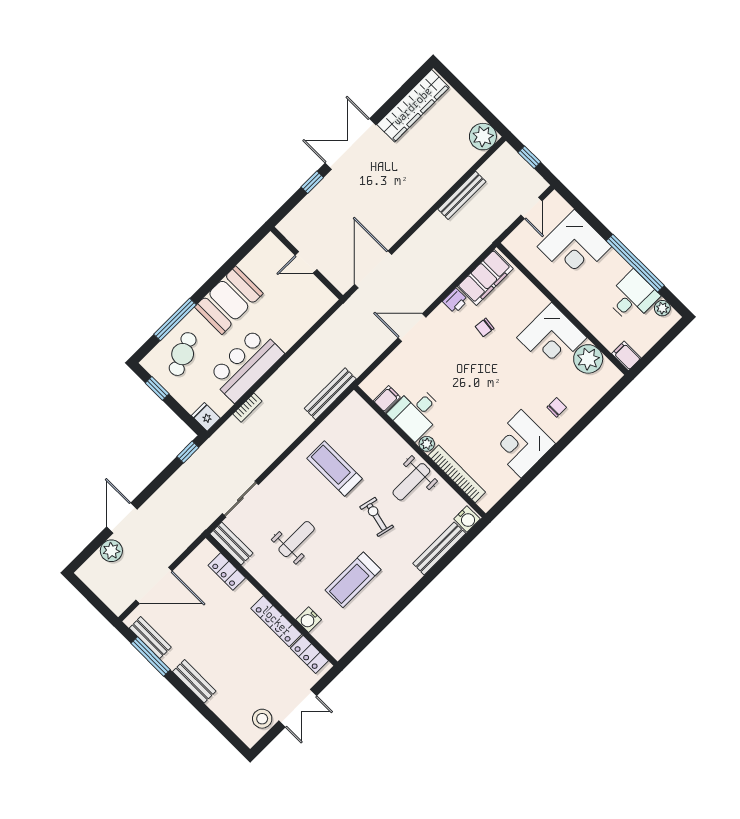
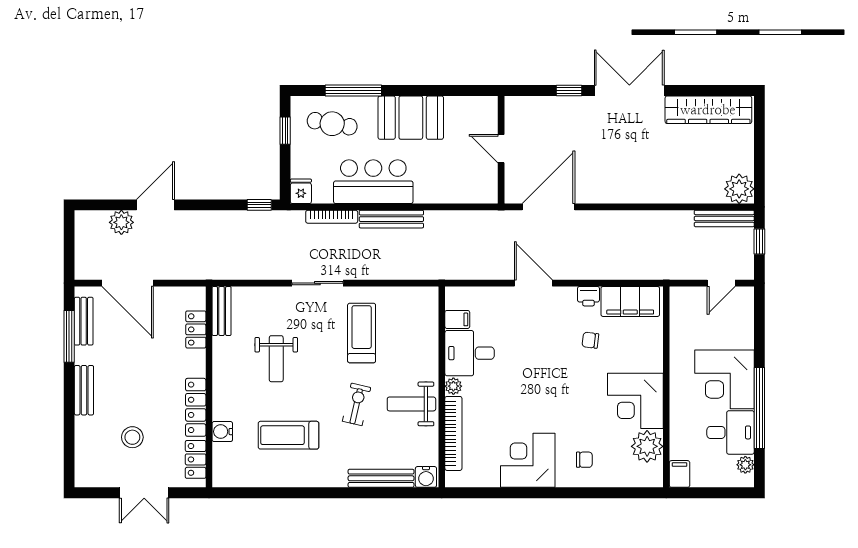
bench: (462, 195) -> (724, 218), moved
corner desk: (574, 247) -> (725, 379), moved
cafe table: (183, 354) -> (332, 124), turned 33
bench: (330, 394) -> (391, 219), moved
bookcase: (247, 408) -> (332, 217), width x1.56
sliding door: (240, 499) -> (317, 283), moved
weight bench: (297, 539) -> (276, 359), turned 90
stool: (262, 719) -> (132, 437), moved

